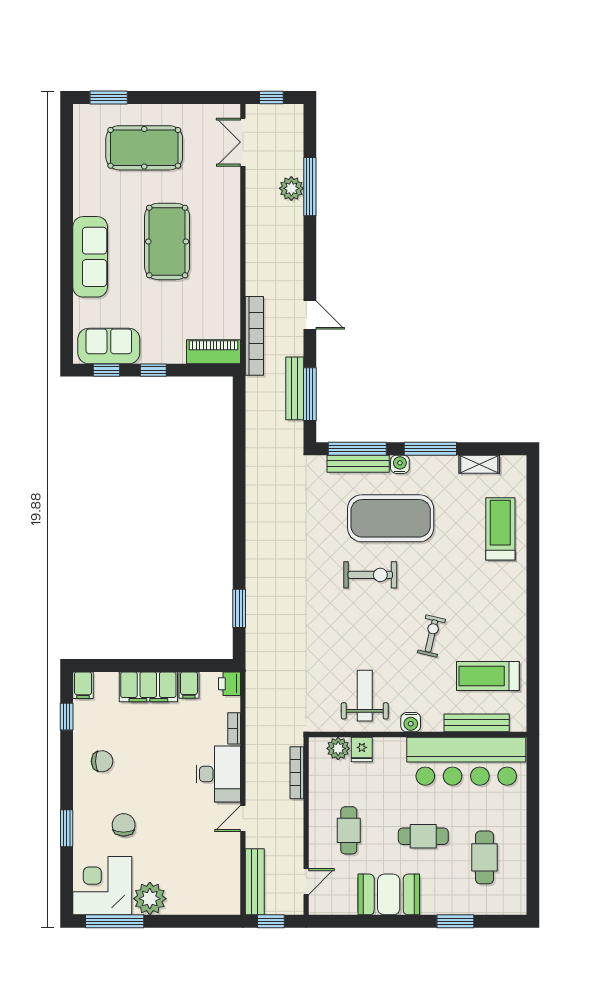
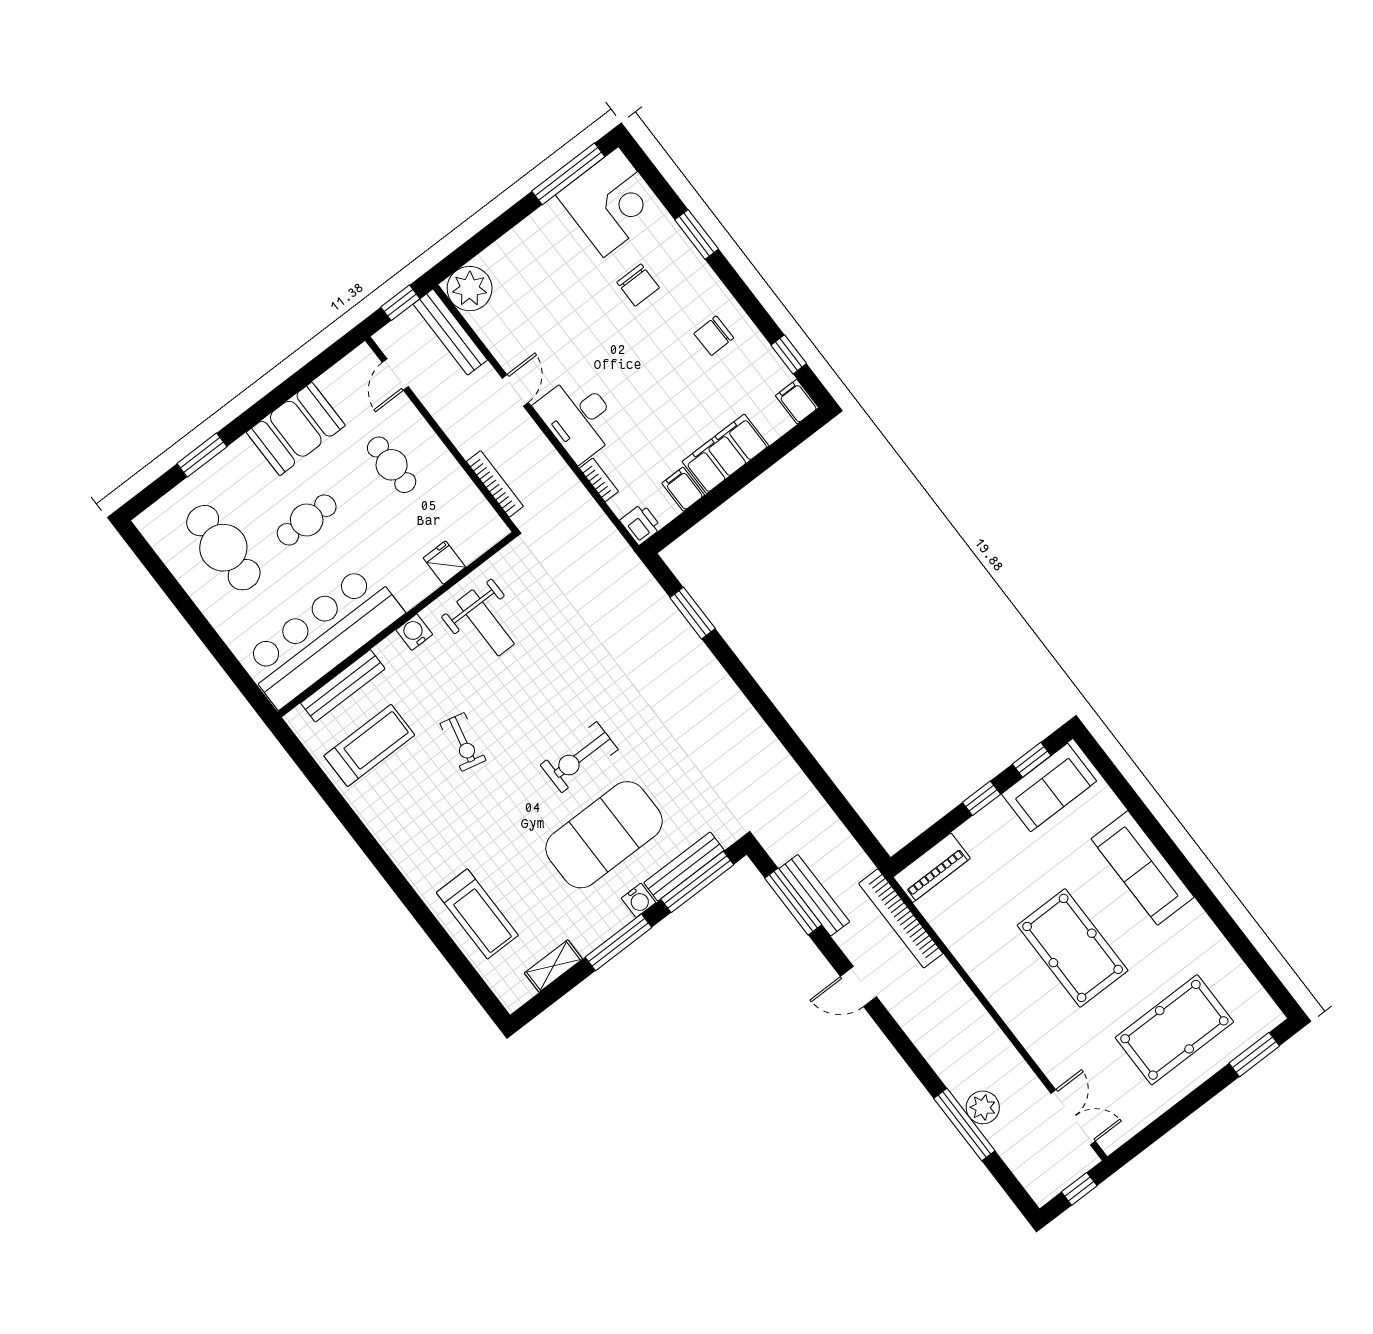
plant: (338, 748) -> (471, 544), removed
cafe table: (484, 857) -> (223, 548), width x1.37, depth x1.35
plant: (150, 899) -> (470, 289), moved

